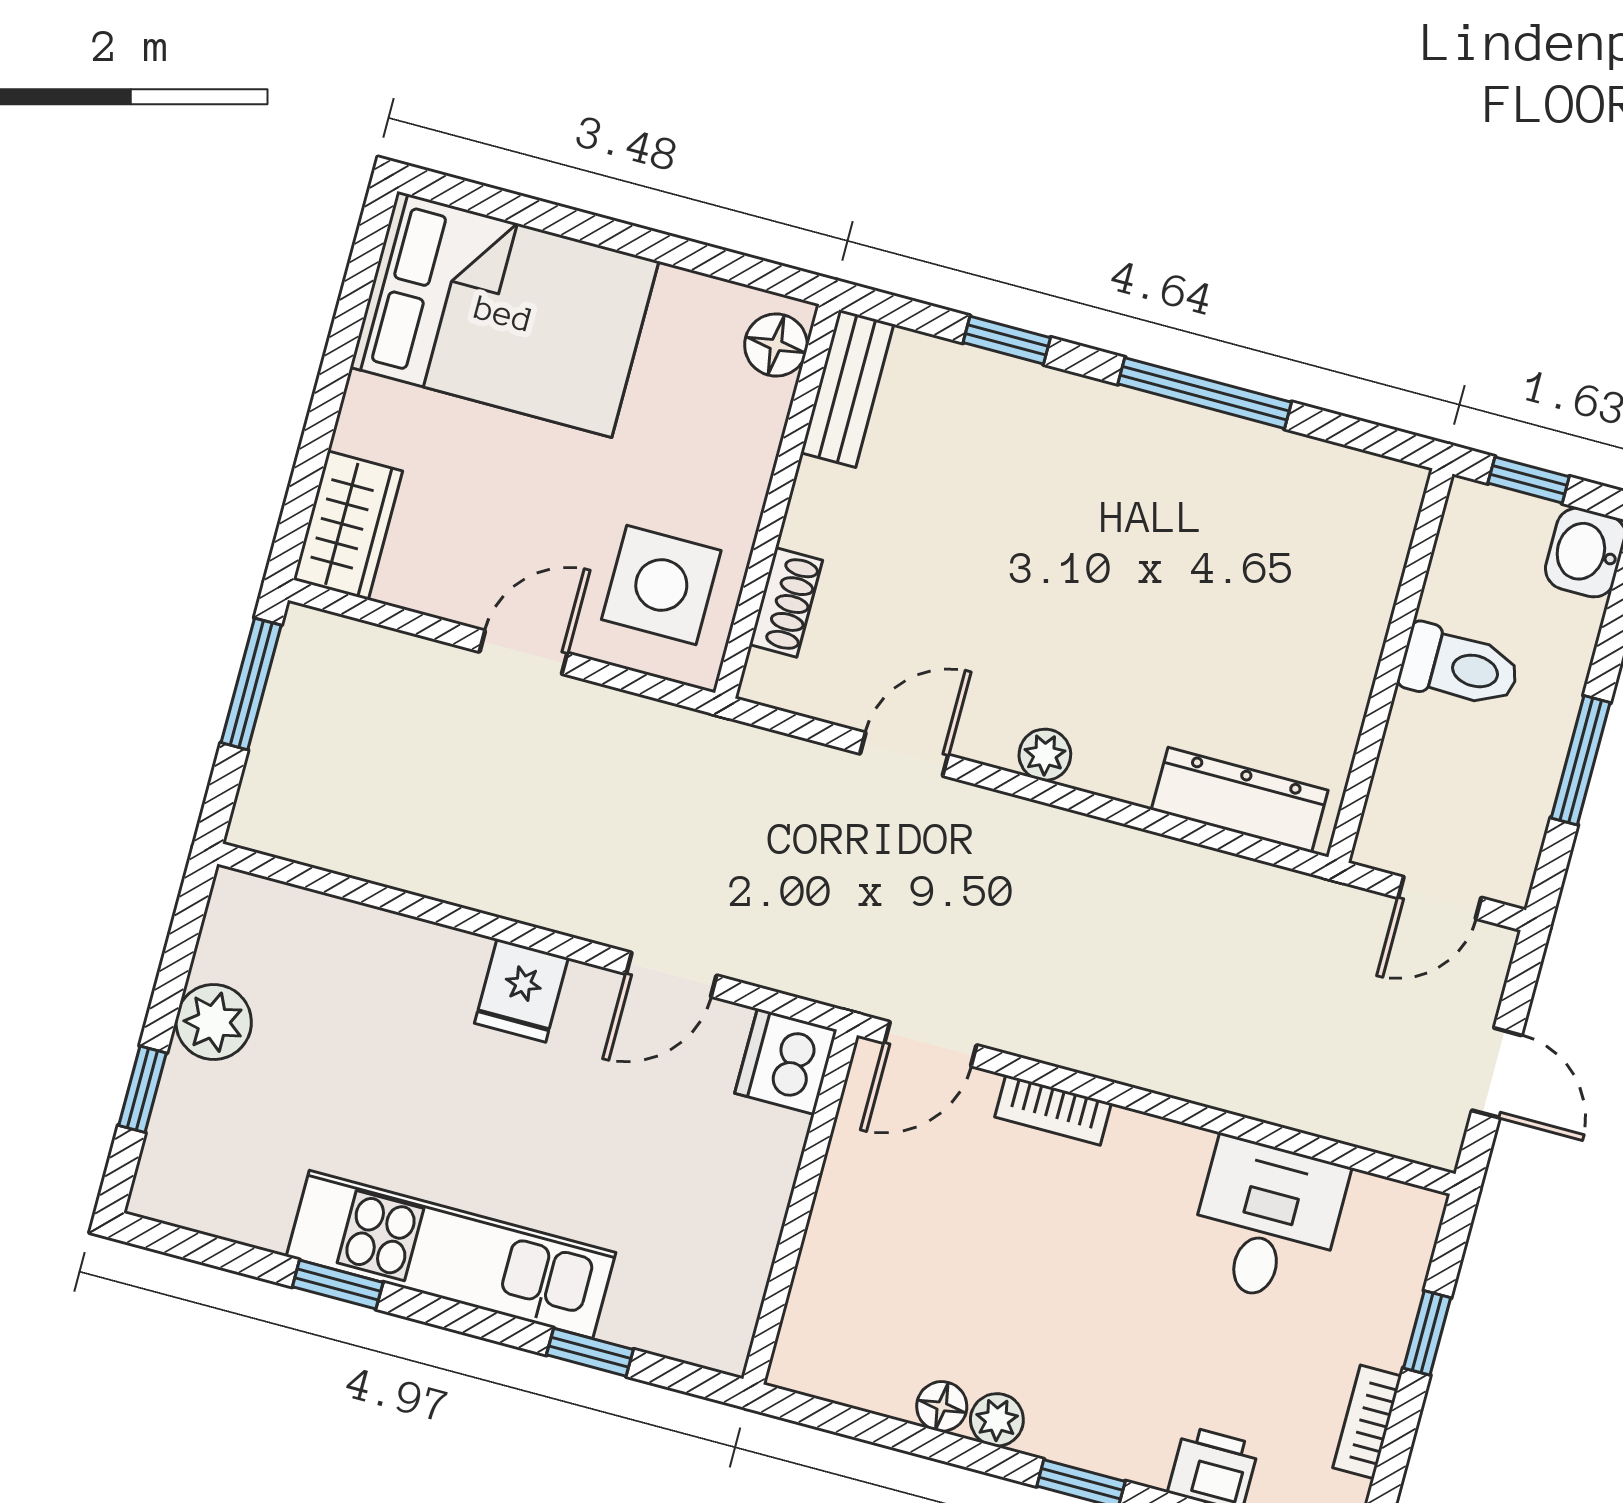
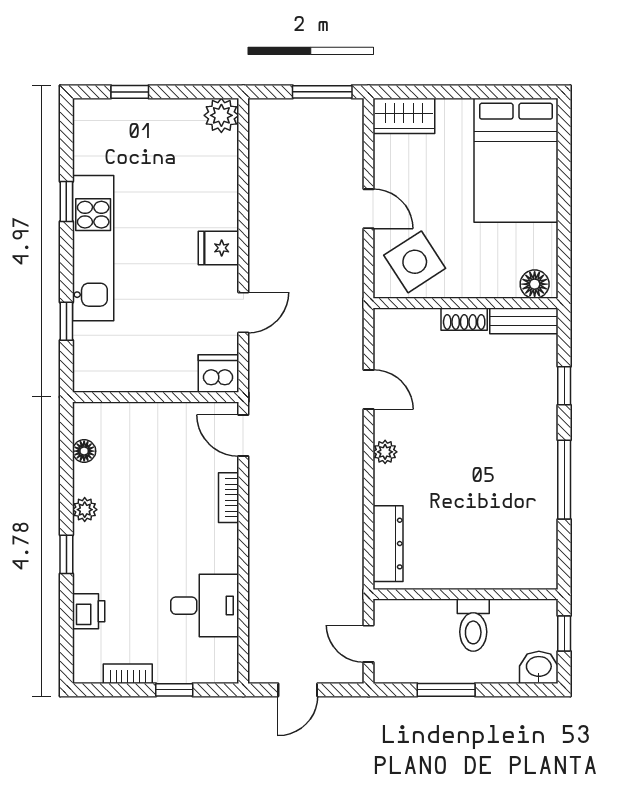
side table: (661, 585) -> (415, 262), turned -33
shoe rack: (786, 602) -> (464, 319), moved
door: (671, 975) -> (243, 312), swing flipped
plant: (214, 1022) -> (221, 115), moved
floor lamp: (942, 1406) -> (84, 451), moved

